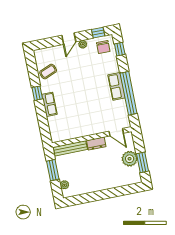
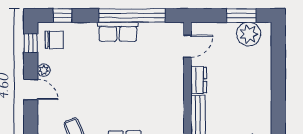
plant: (130, 159) -> (249, 34), moved

